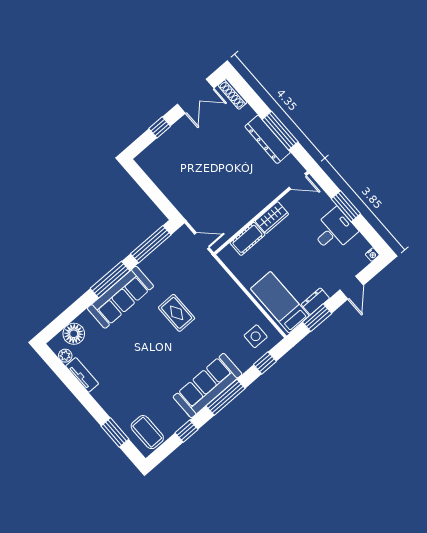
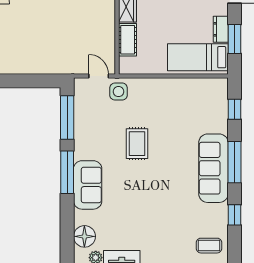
door: (202, 241) -> (99, 76), hinge flipped
sofa: (120, 297) -> (88, 185), width x0.73
rug: (177, 313) -> (137, 144), turned 90
side table: (256, 336) -> (119, 92), moved
coffee table: (147, 432) -> (209, 246), width x0.73, depth x0.77

